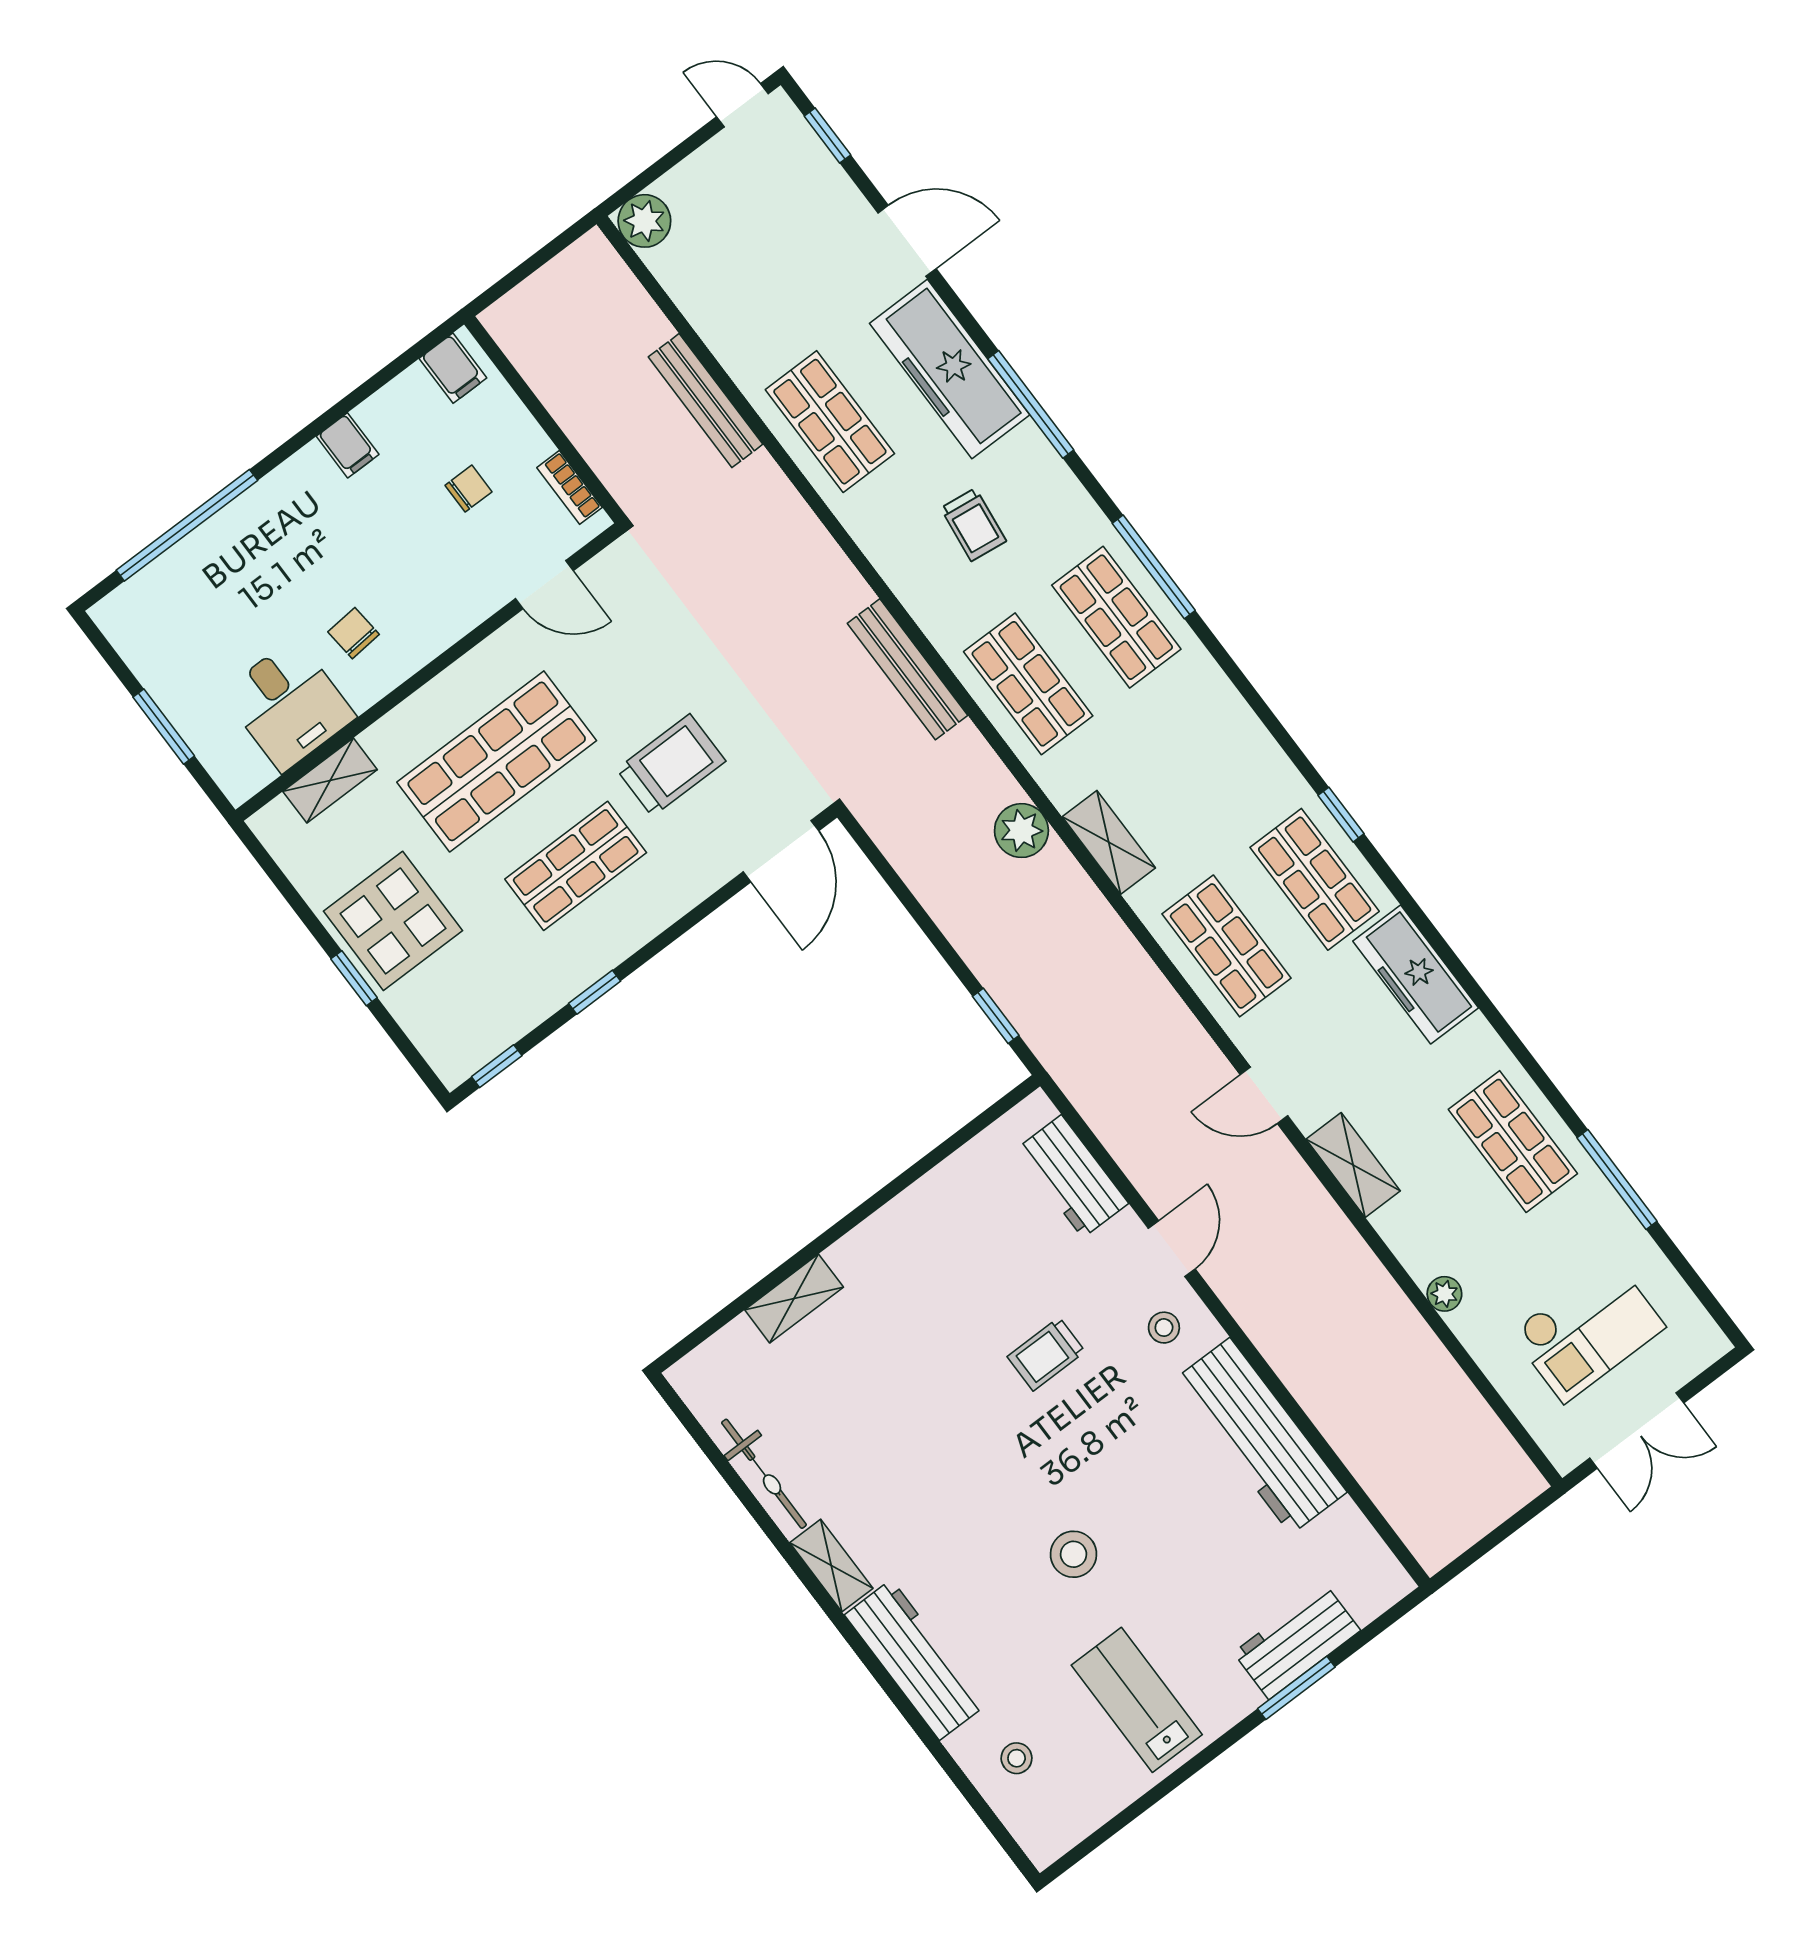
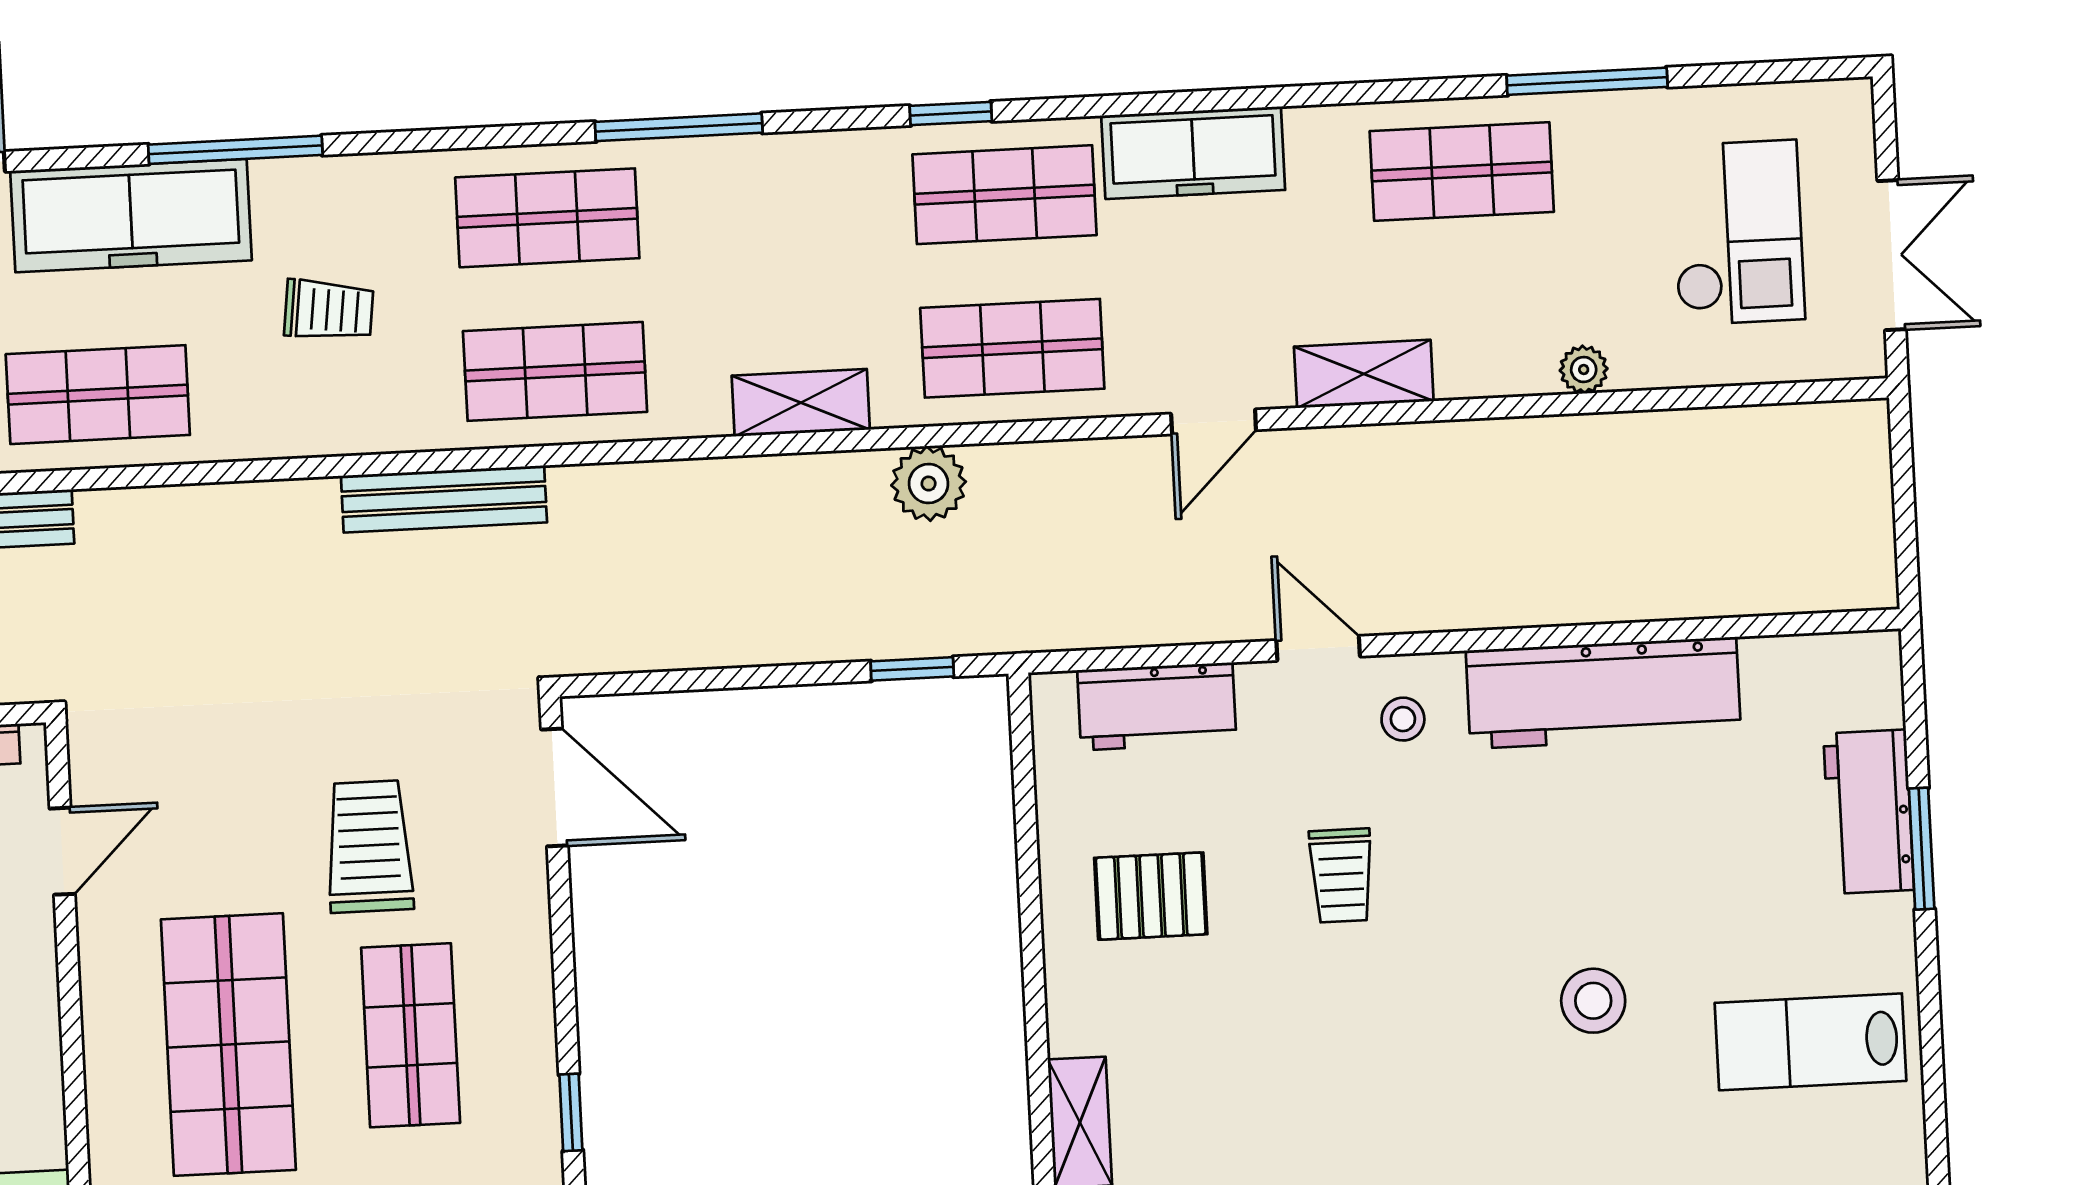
window: (1154, 567) -> (679, 127), moved
plant: (1021, 831) -> (929, 484), moved
pallet: (957, 1249) -> (1151, 896), added

